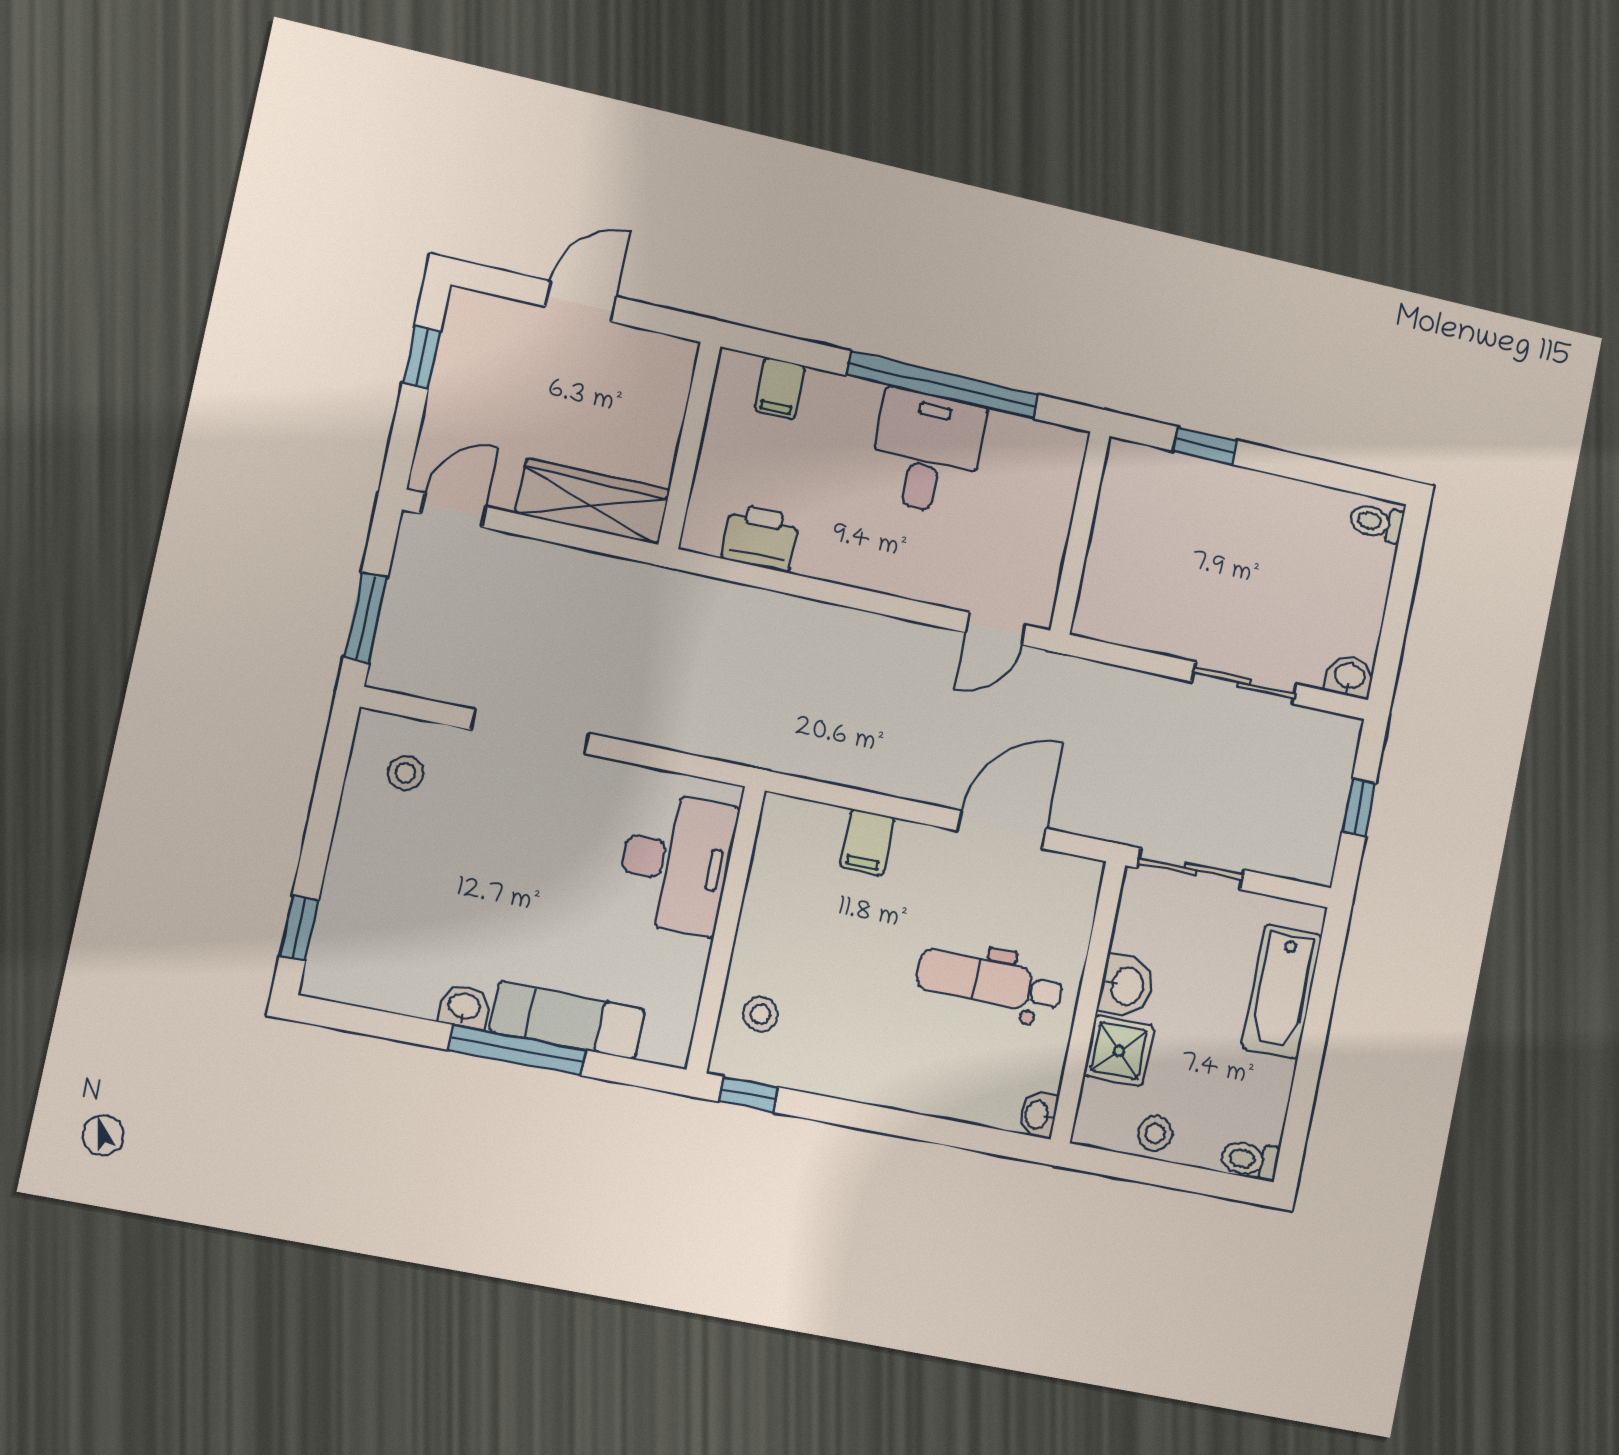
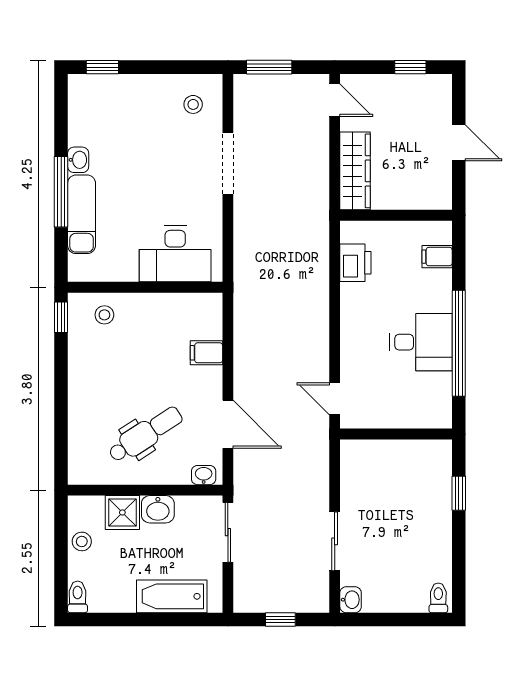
dental chair: (990, 982) -> (145, 434), turned 57
washbasin: (1038, 1115) -> (204, 475), moved

